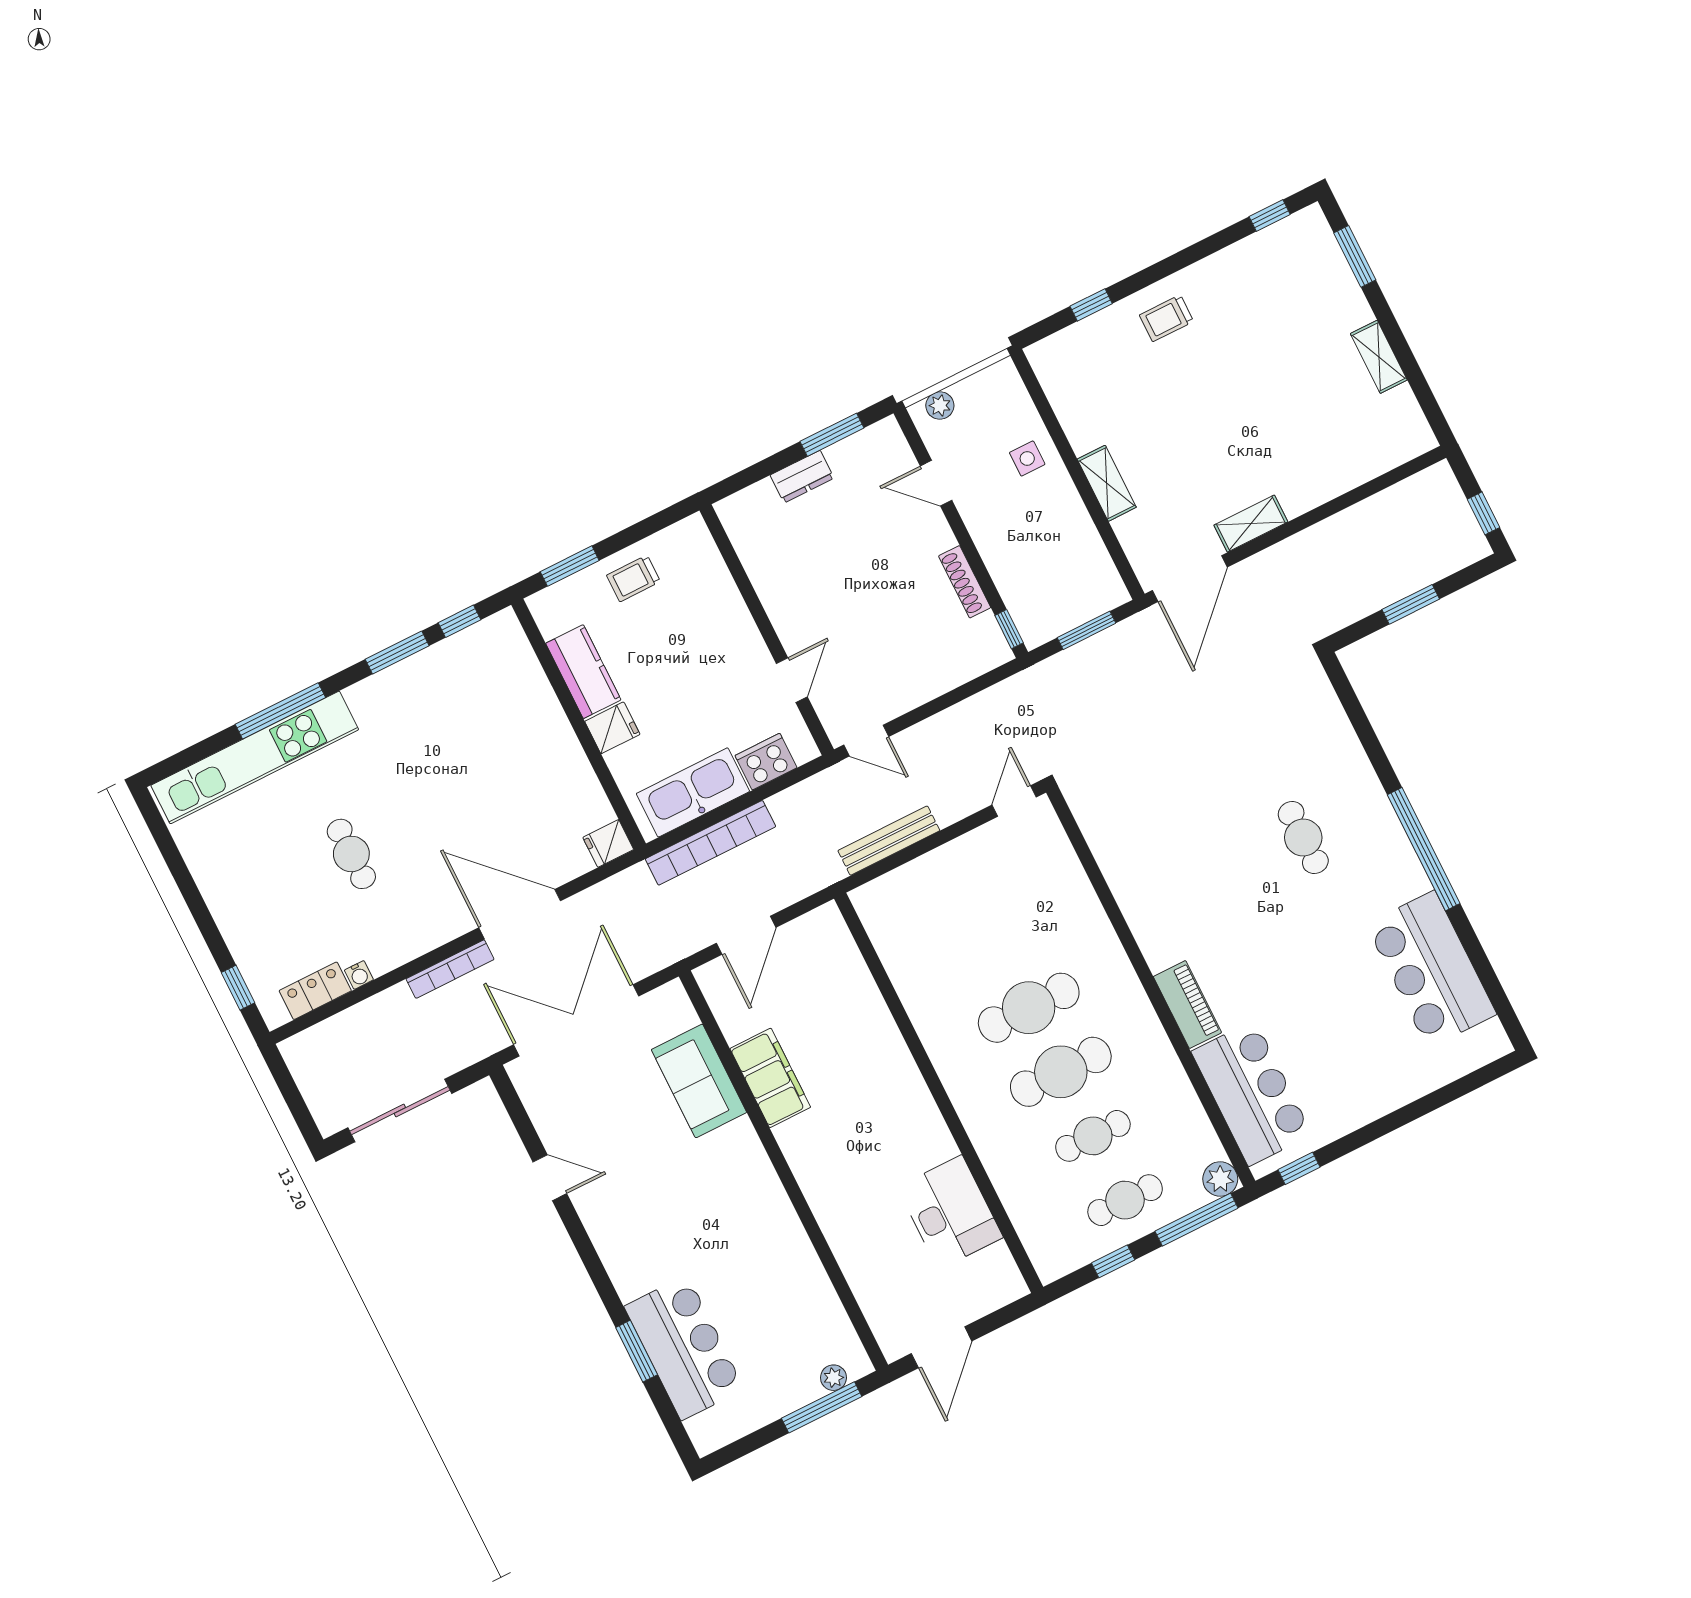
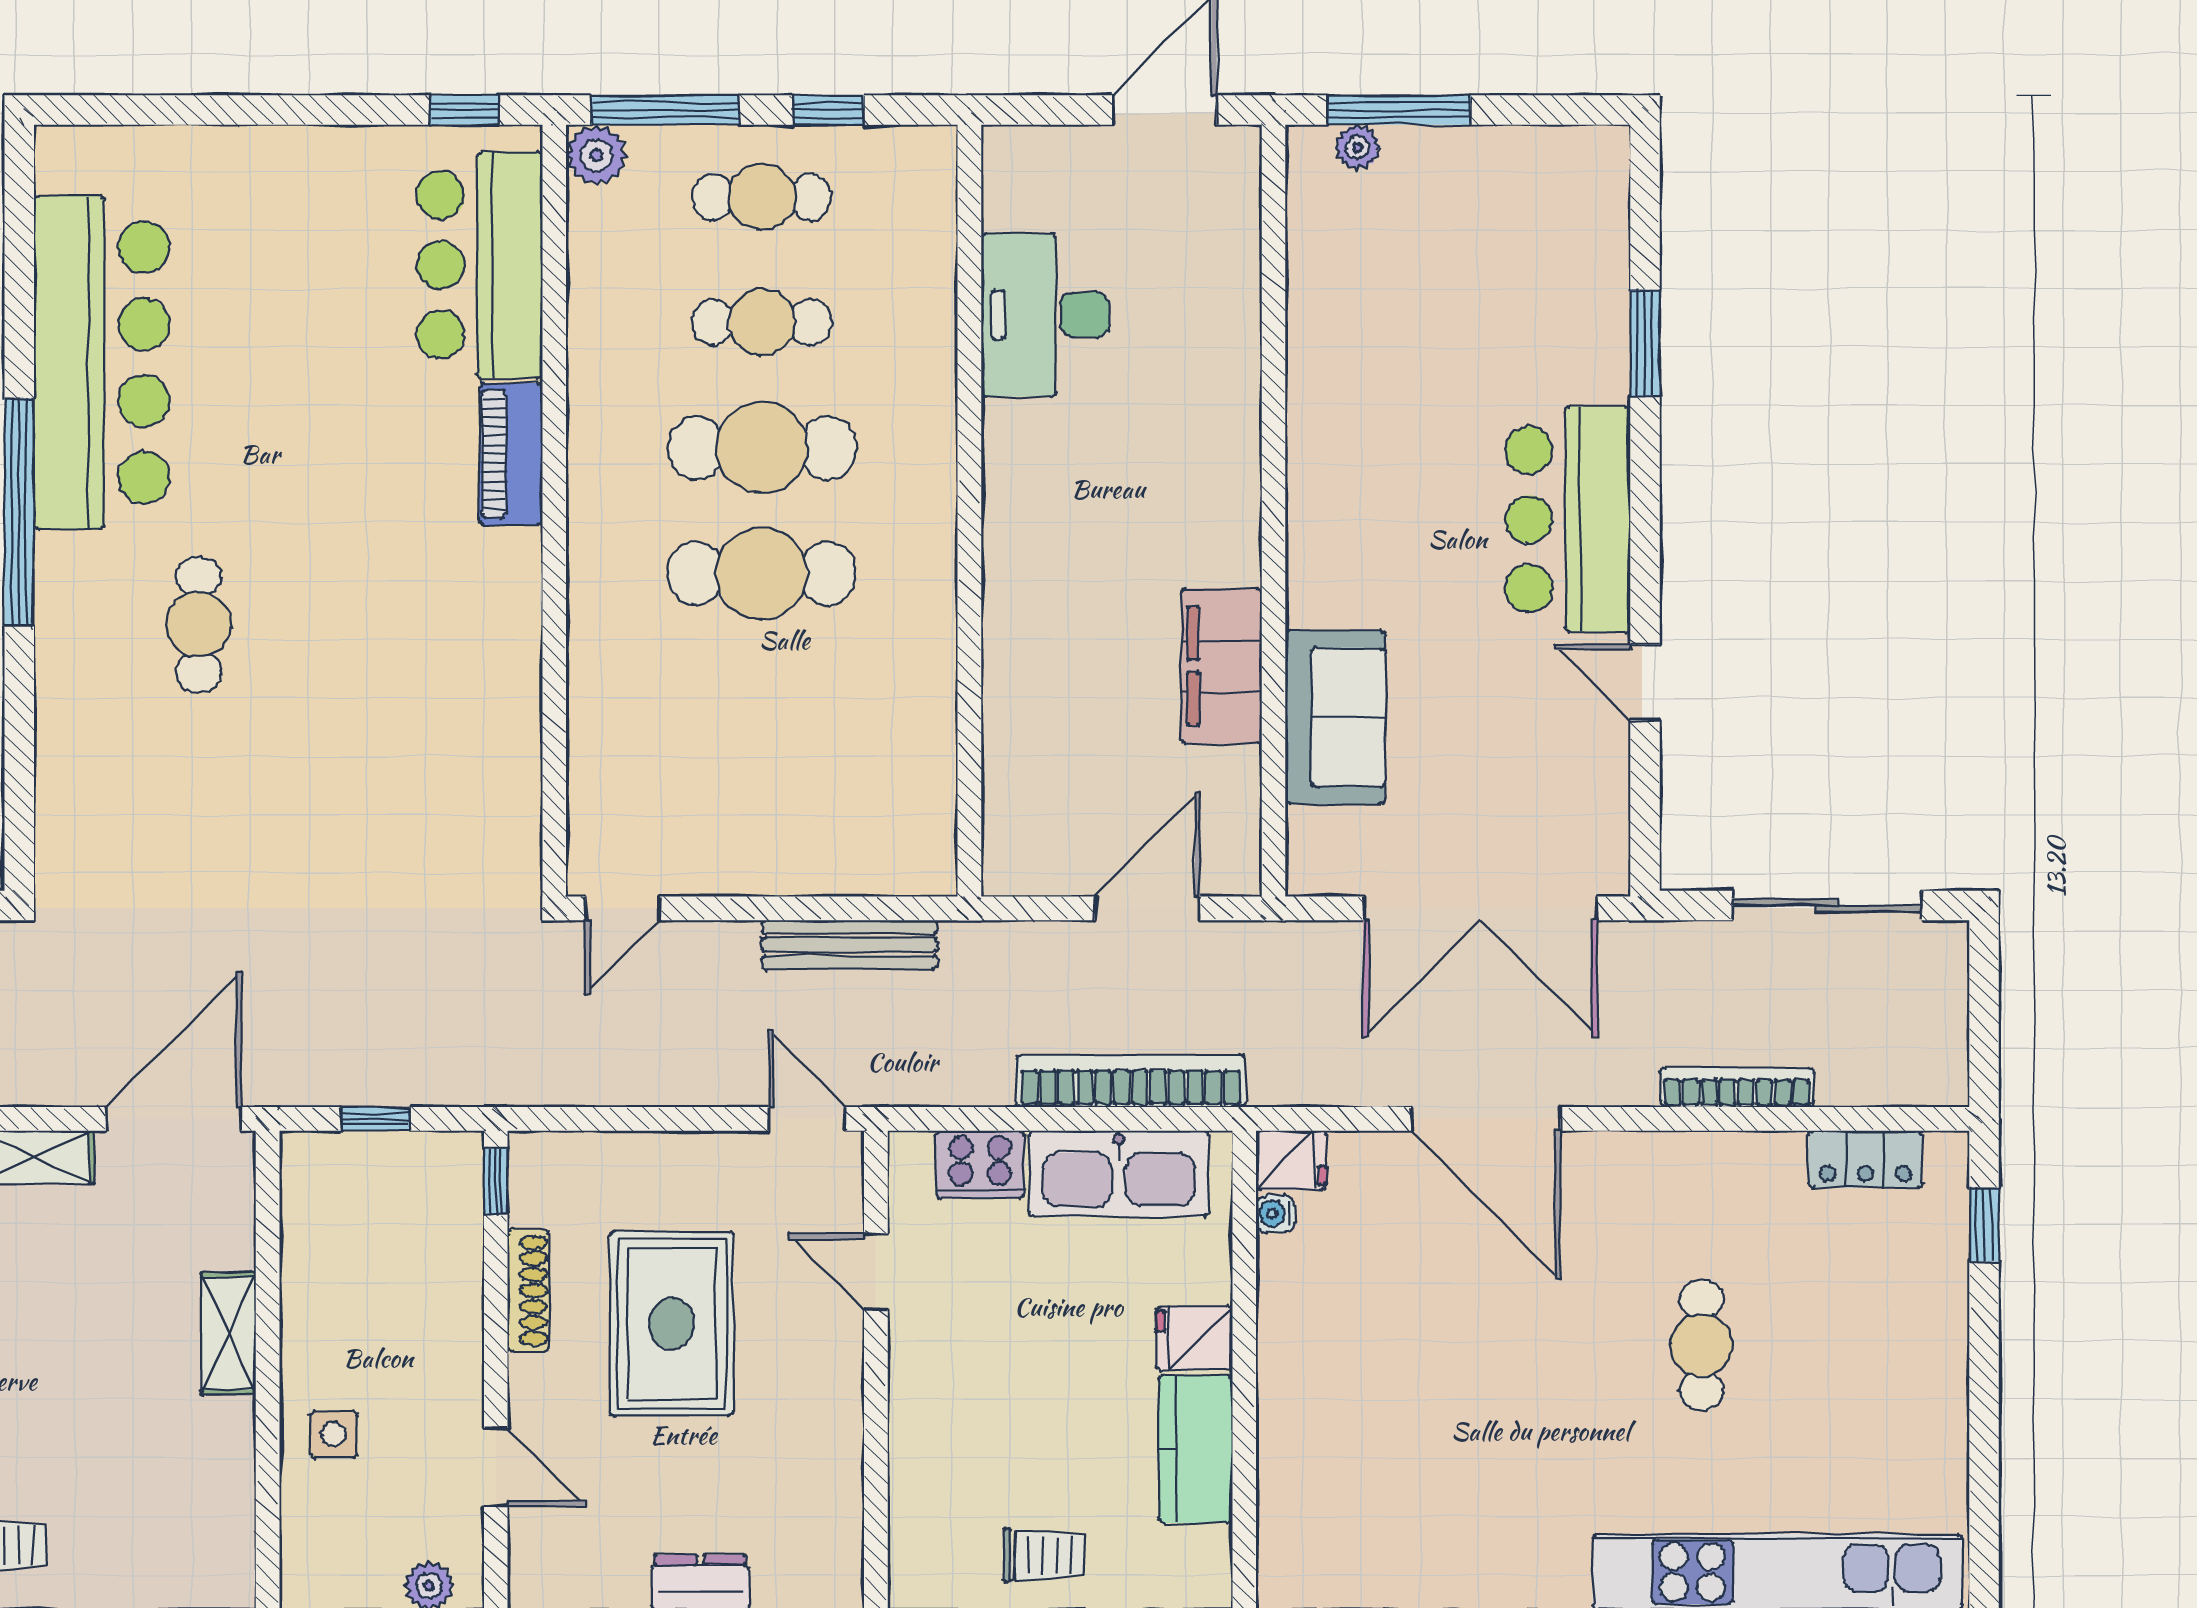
rug: (883, 601) -> (672, 1324), added
window: (1086, 630) -> (376, 1119), width x0.67
door: (792, 680) -> (876, 1272), hinge flipped
bookcase: (450, 969) -> (1737, 1088), moved
bar counter: (1431, 969) -> (102, 362), width x1.36
water cooler: (359, 975) -> (1275, 1214), moved, turned -90
bar counter: (684, 1348) -> (1568, 519), moved

